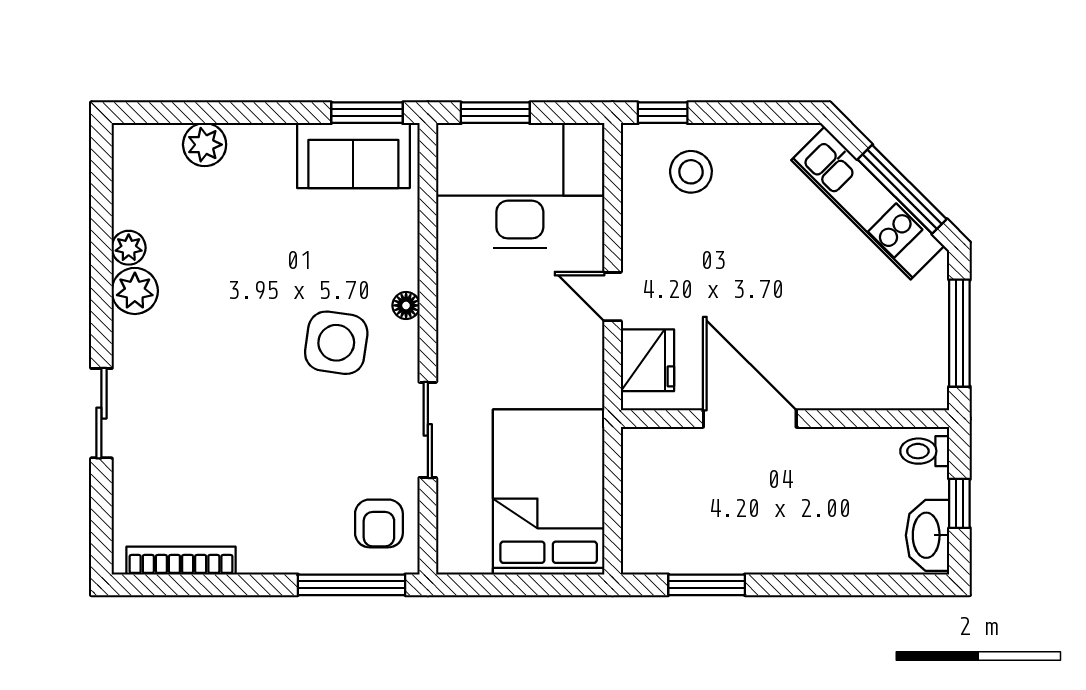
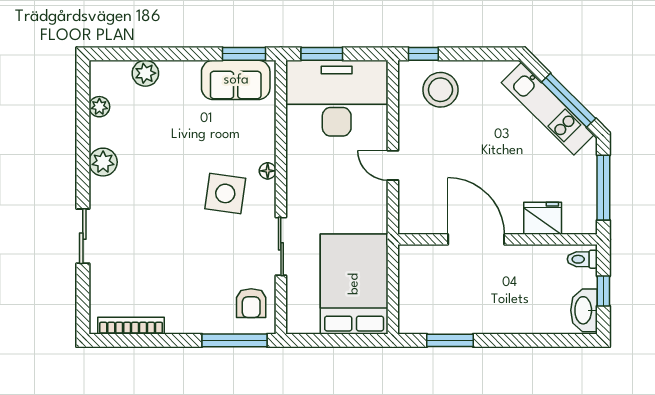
stool: (691, 172) -> (440, 90), width x1.38, depth x1.38
plant: (129, 248) -> (99, 107), moved
fridge: (647, 360) -> (543, 218), moved, turned -90

